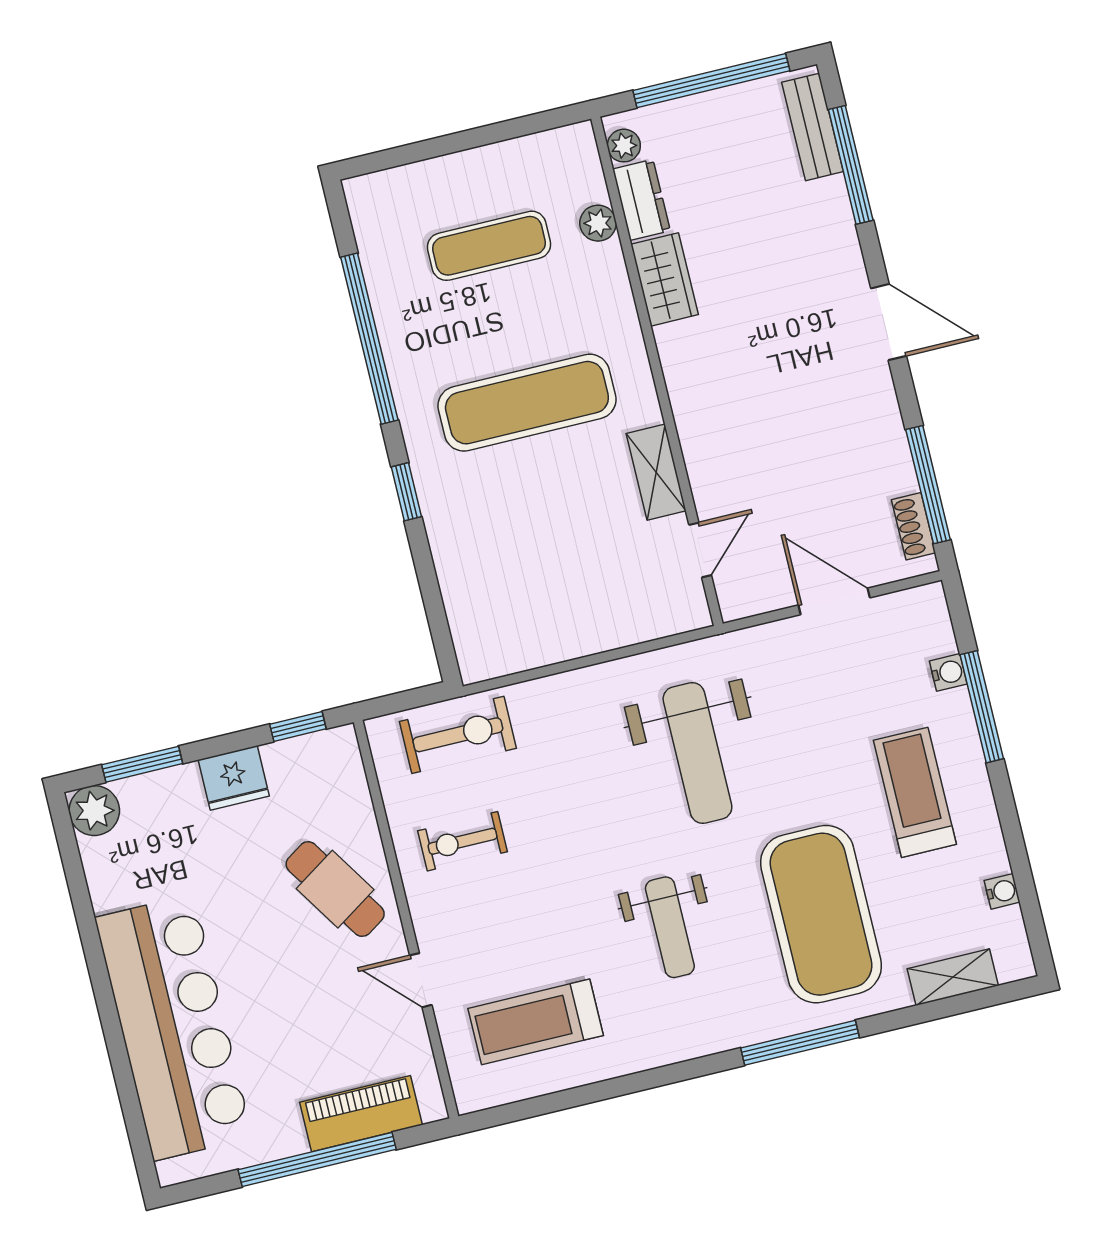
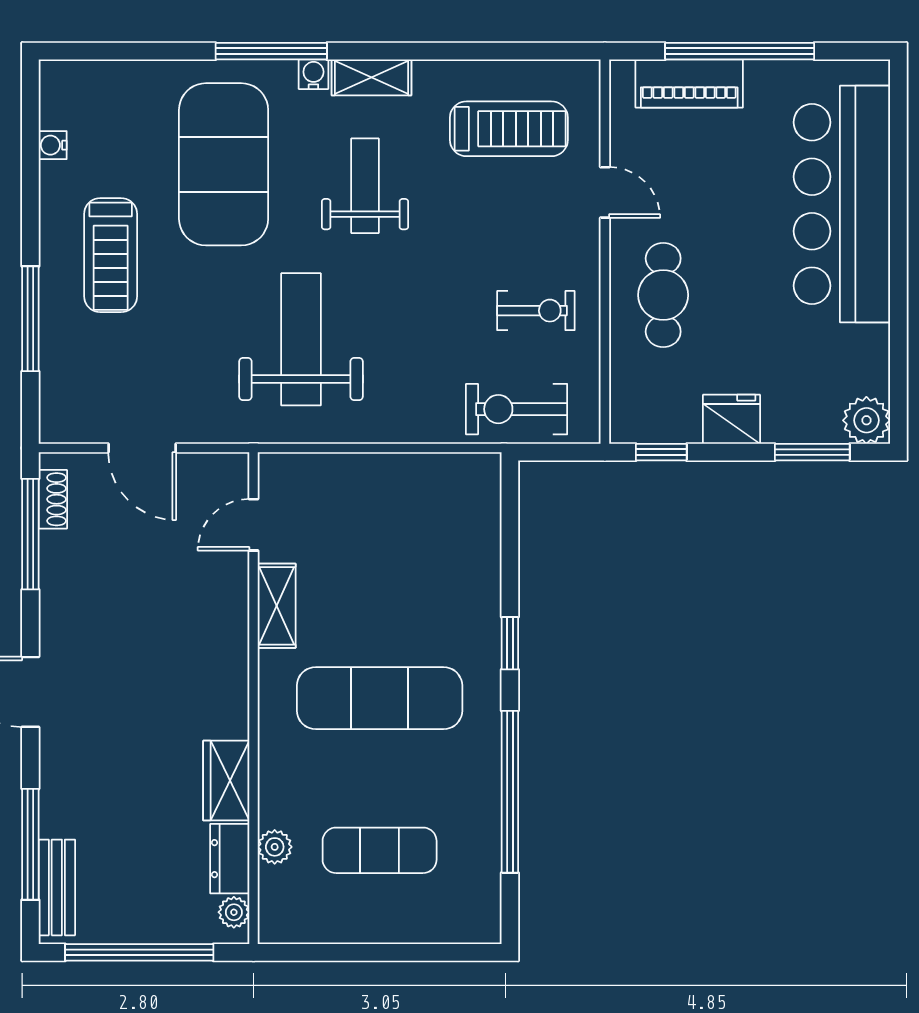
water cooler: (948, 672) -> (313, 74), moved, turned 90
cafe table: (335, 889) -> (663, 295), turned 33
shelving: (953, 977) -> (371, 77), moved

